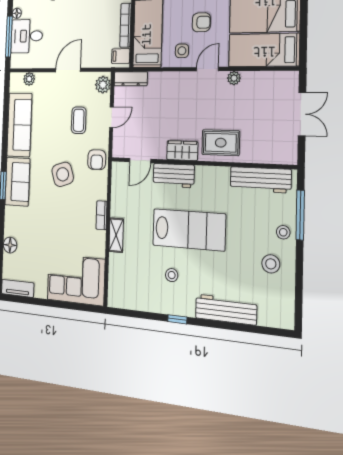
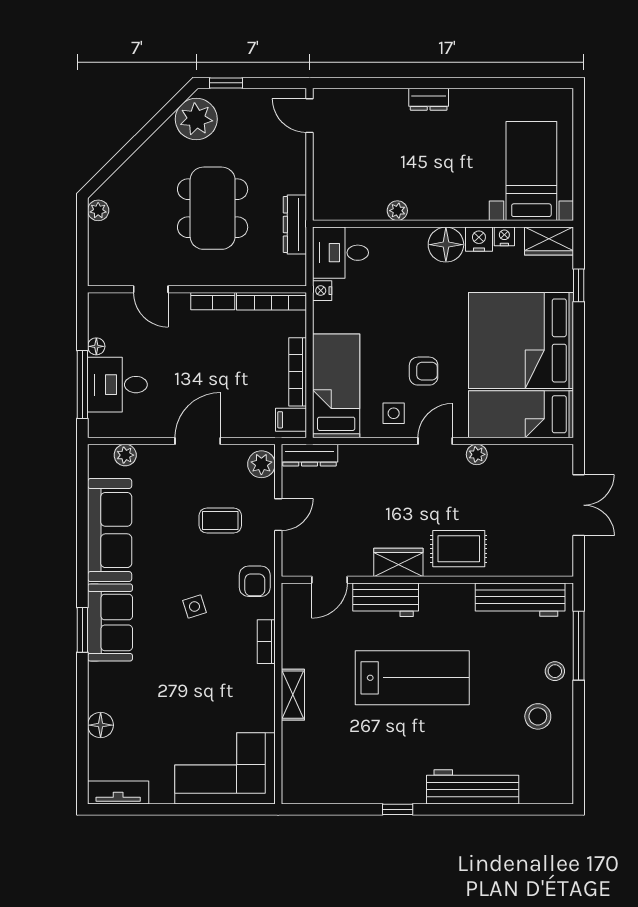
coffee table: (79, 120) -> (220, 521), turned 90
side table: (63, 174) -> (194, 607), width x0.54, depth x0.54
bookcase: (101, 215) -> (266, 642), moved
stool: (172, 275) -> (387, 746), removed

